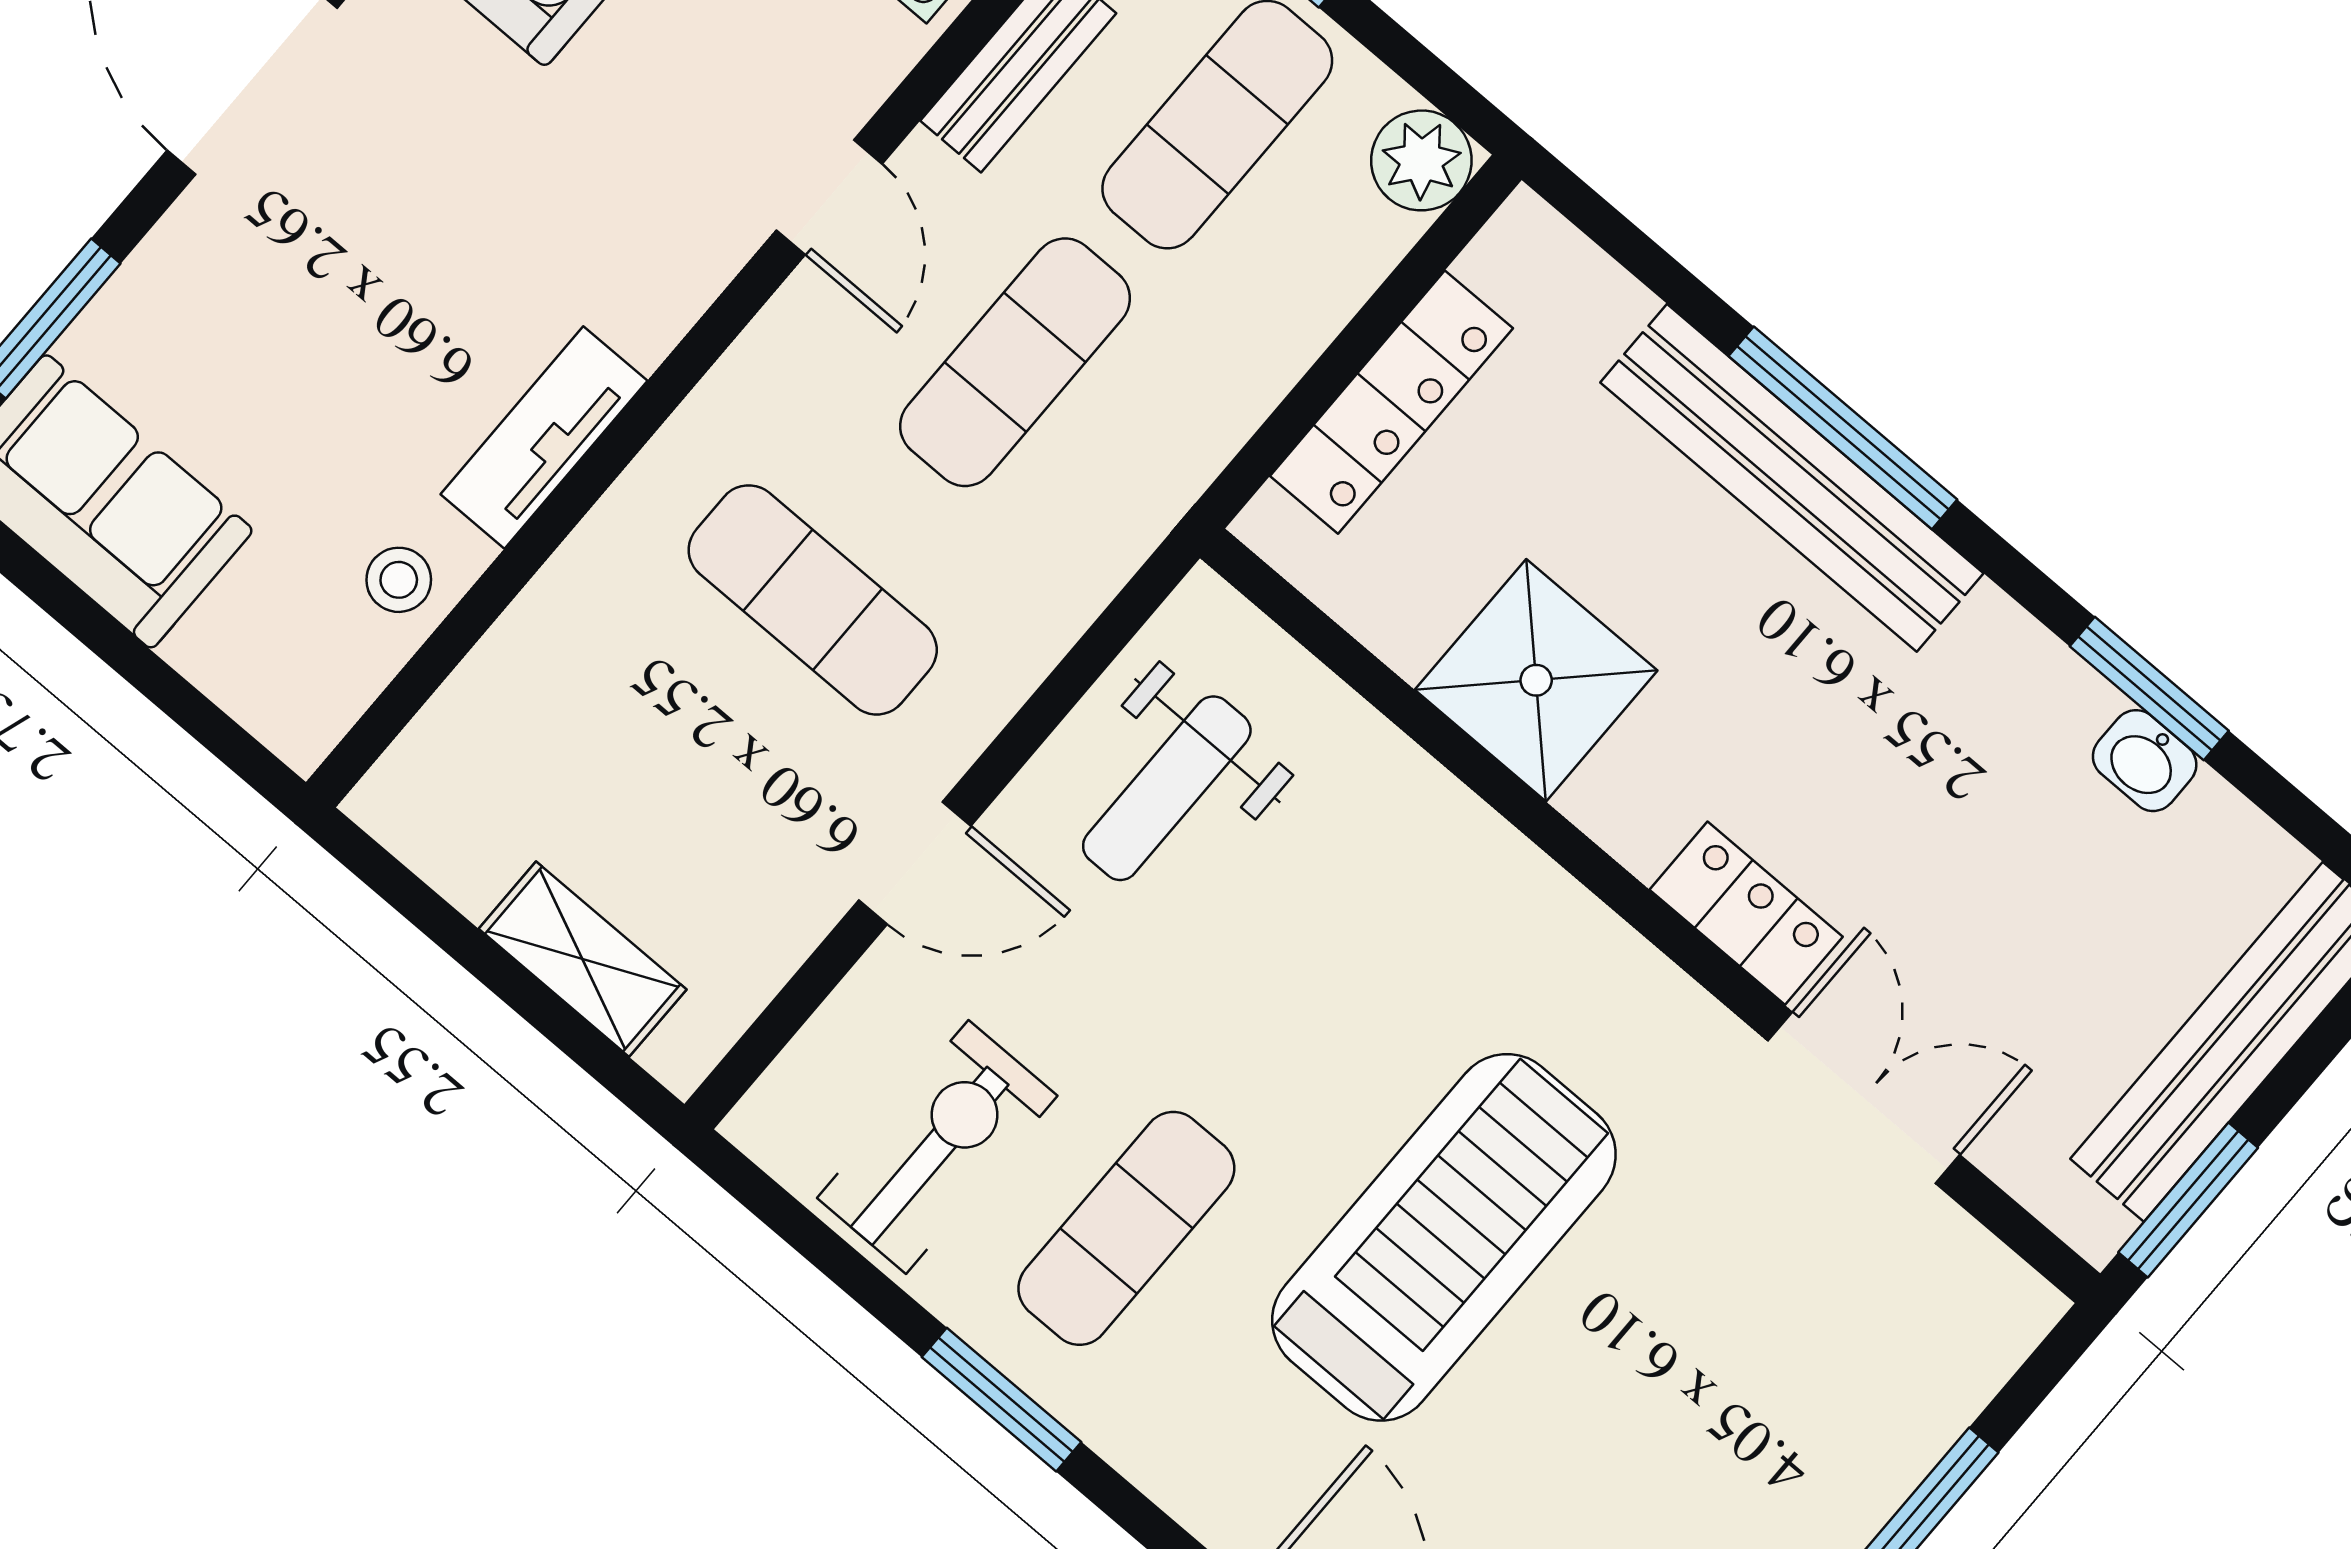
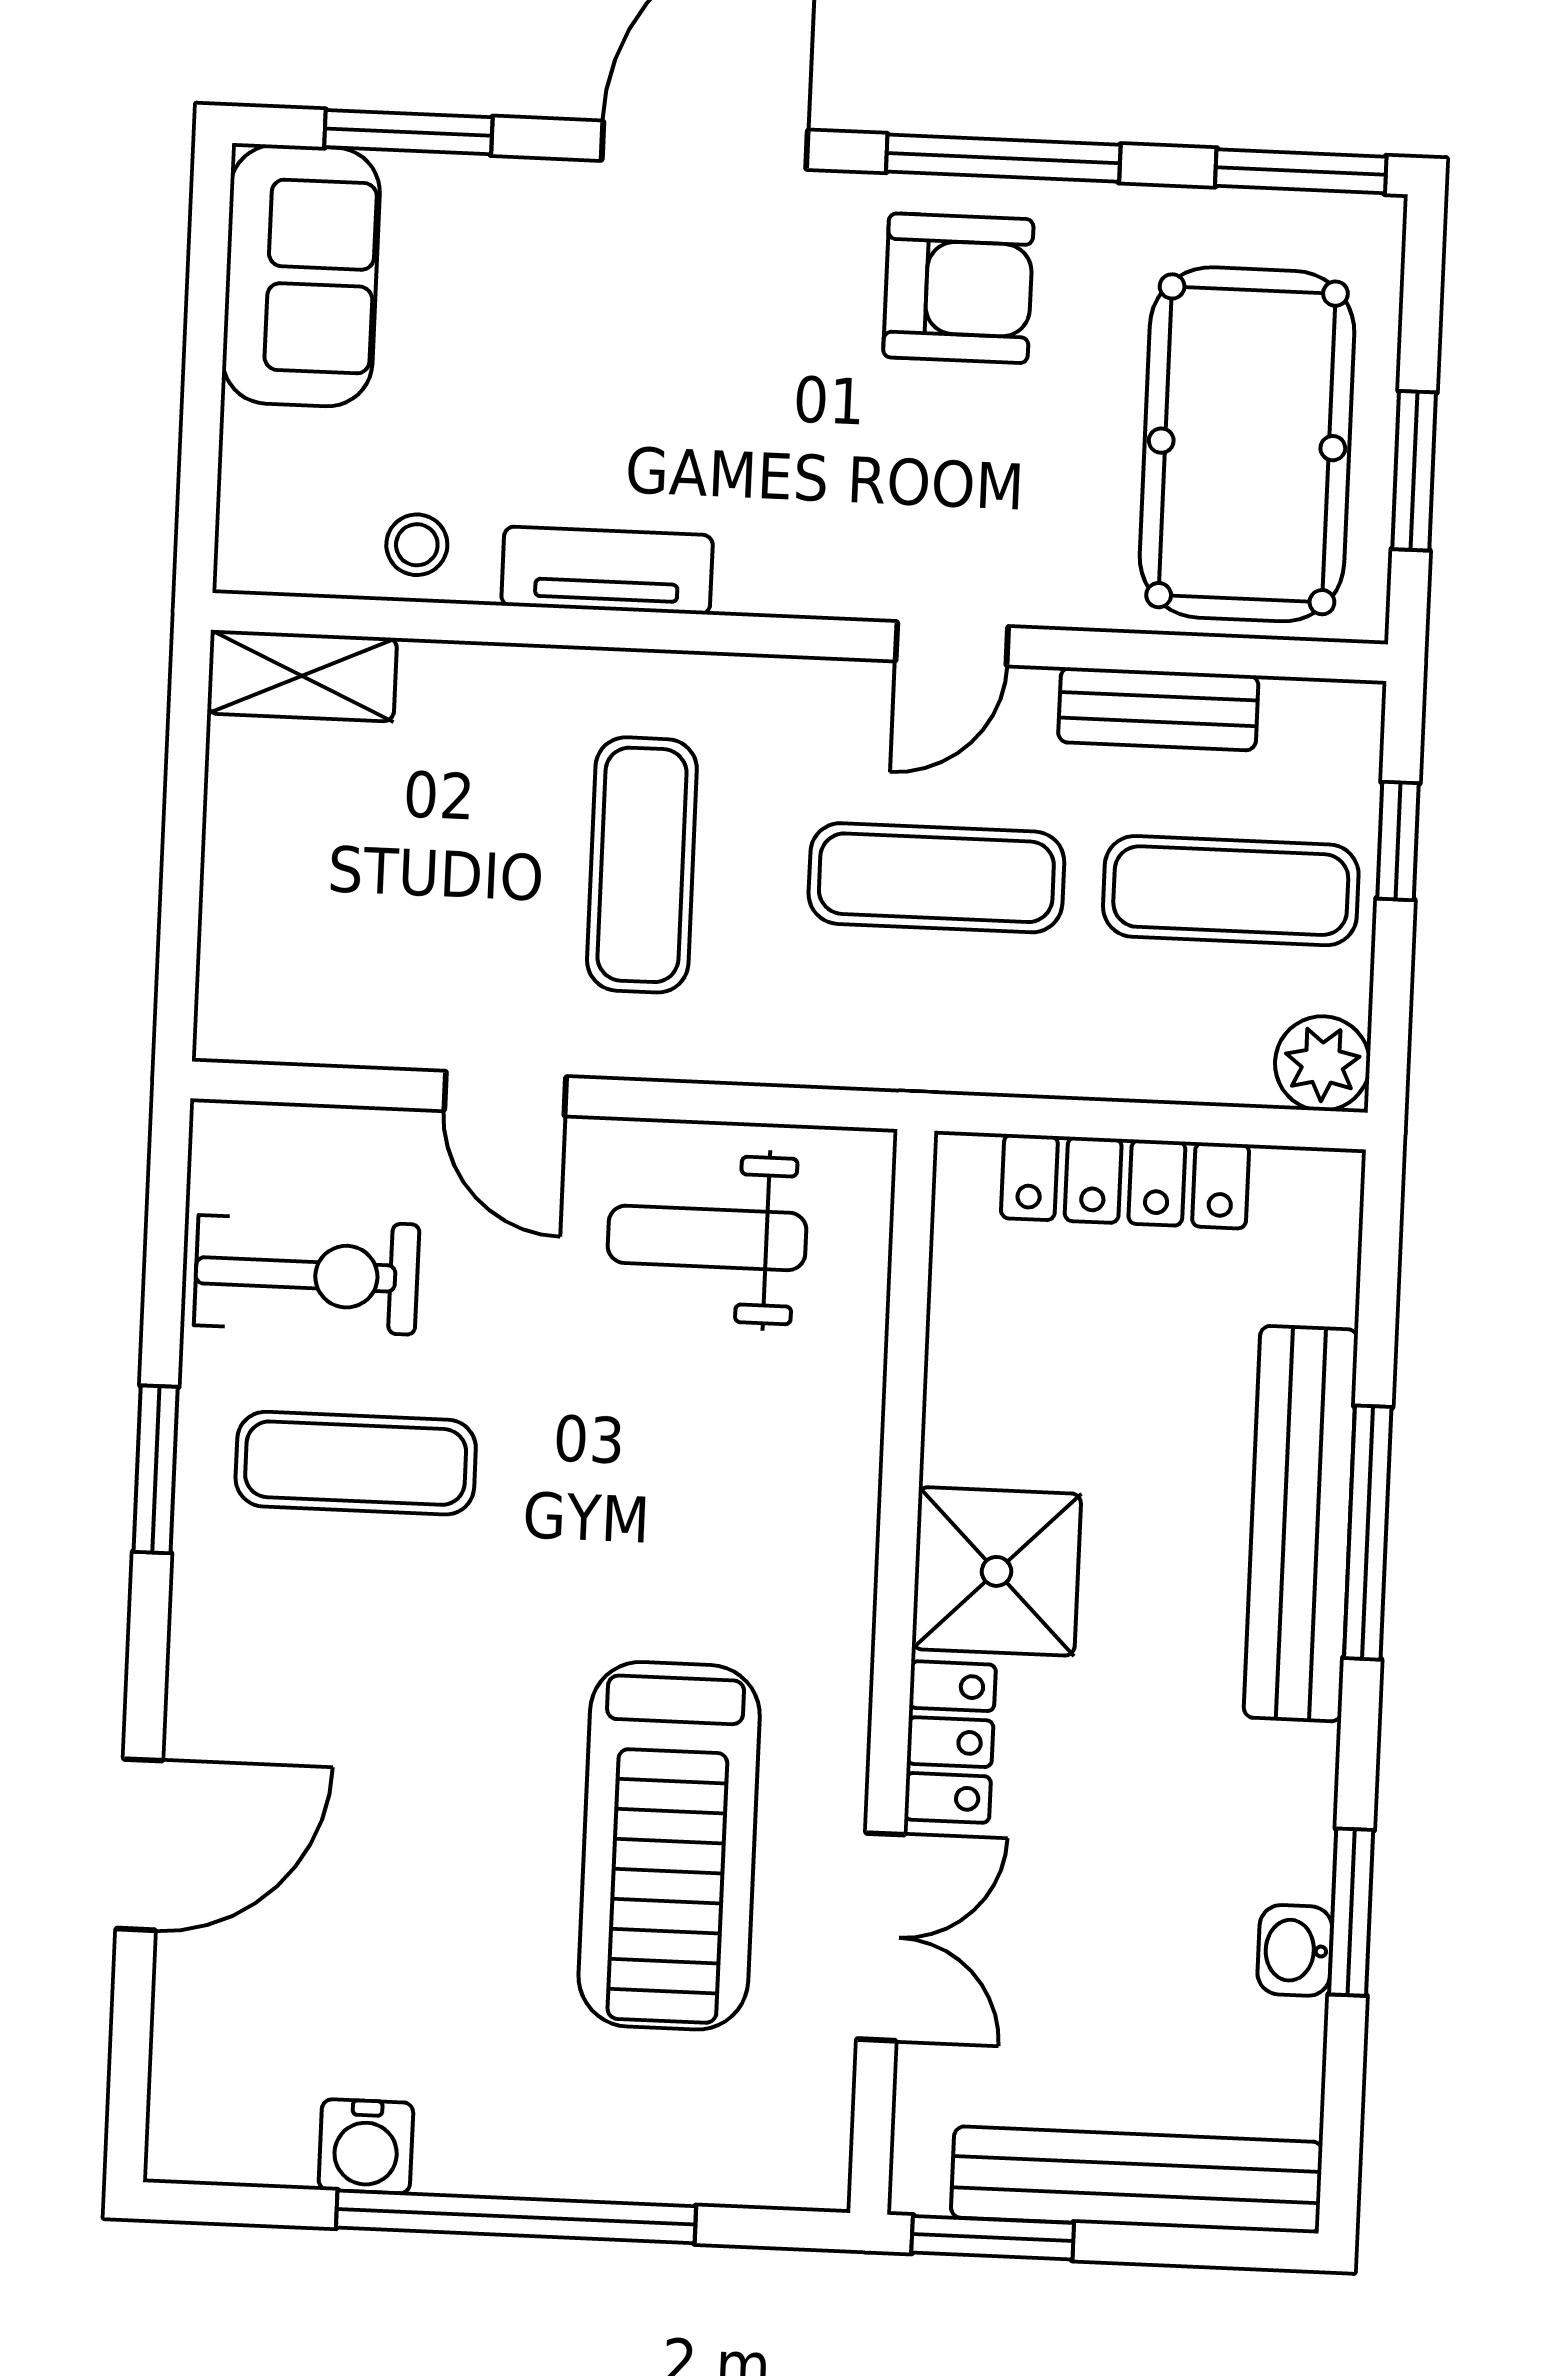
shower: (1536, 680) -> (996, 1571), moved
shelving: (583, 959) -> (302, 676), moved, turned 90
treadmill: (1444, 1237) -> (669, 1846), moved, turned 90

